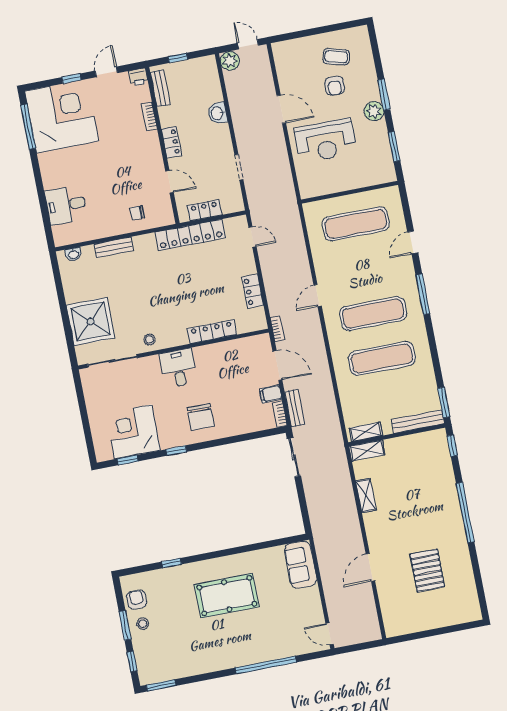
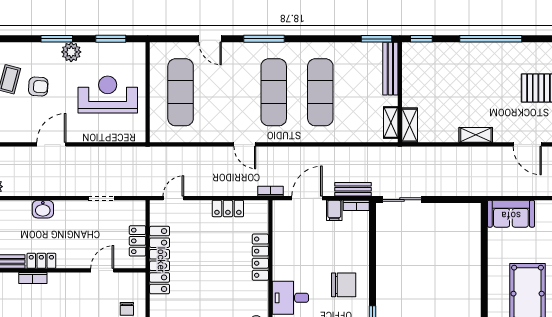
reception desk: (325, 141) -> (108, 95), moved, turned -90
locker: (171, 142) -> (41, 261), moved
shelving: (366, 496) -> (476, 135), moved

